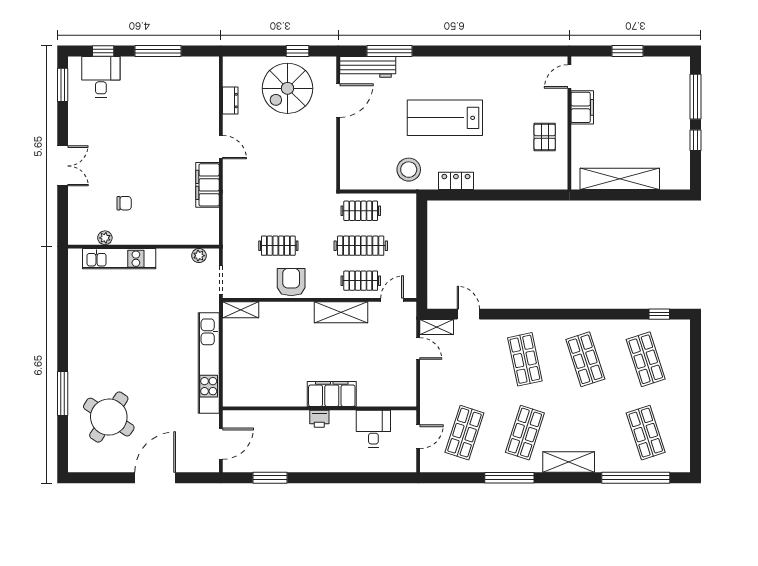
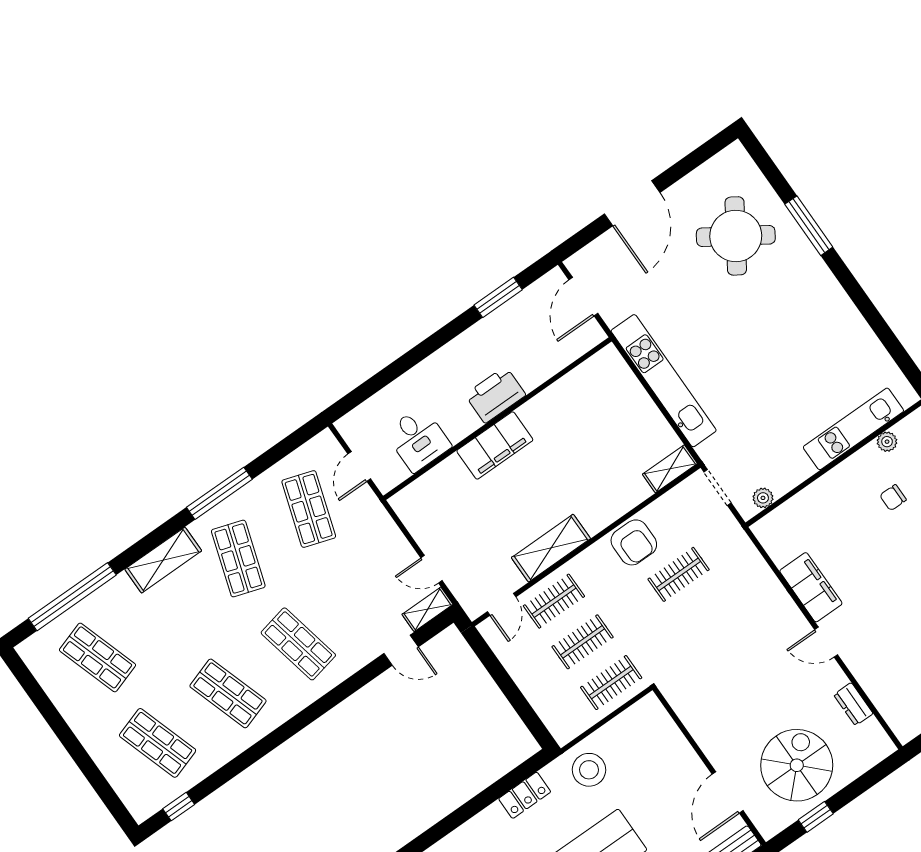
clothes rail: (361, 246) -> (583, 642), width x0.73
printer: (319, 419) -> (495, 395), width x1.87, depth x1.48

